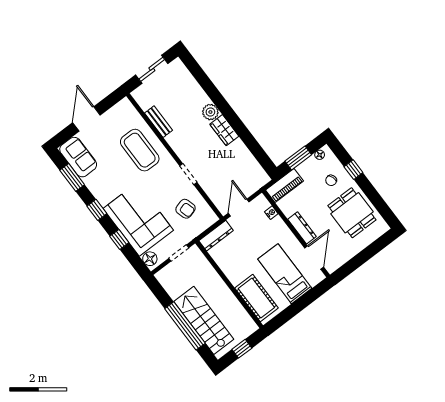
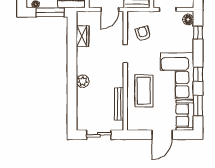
bench: (159, 122) -> (119, 104), width x1.36
wardrobe: (224, 130) -> (83, 36), moved
window: (298, 158) -> (50, 12), width x1.44
corner sofa: (138, 219) -> (177, 76), moved
window: (119, 239) -> (198, 33), moved

